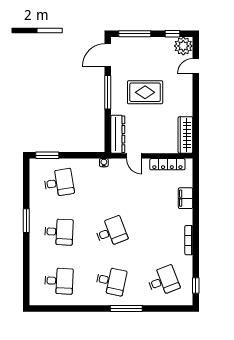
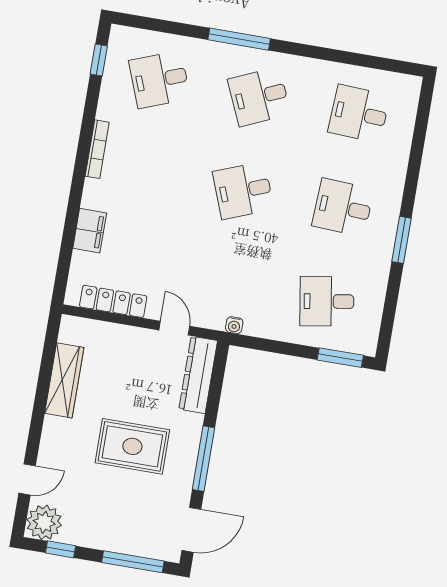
wardrobe: (185, 135) -> (64, 380), moved
desk: (111, 281) -> (259, 97), turned -36

